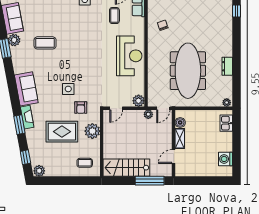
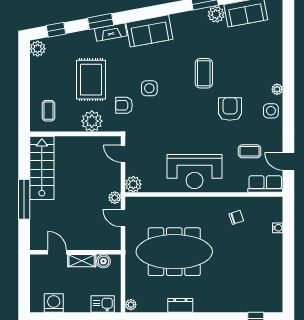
armchair: (83, 30) -> (230, 109), added
coffee table: (45, 43) -> (204, 73), moved
boiler: (180, 123) -> (103, 261), moved
shelving: (180, 138) -> (82, 261), moved
wall: (174, 143) -> (75, 252), moved
door: (174, 156) -> (57, 252), moved

